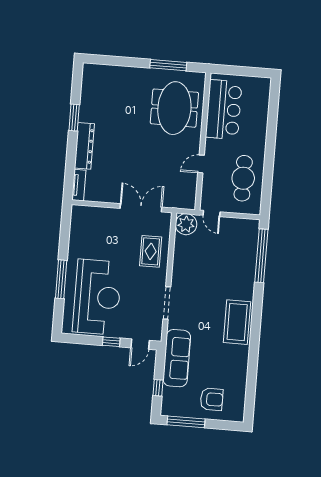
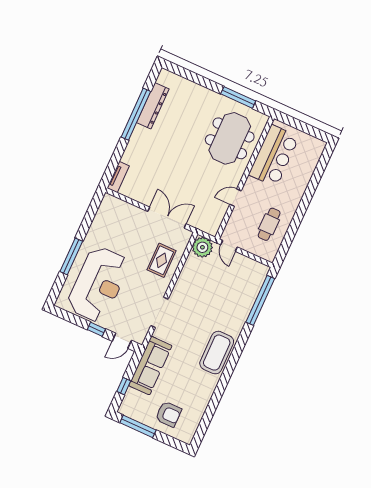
window: (74, 118) -> (136, 114), width x2.11
dresser: (84, 146) -> (153, 106), moved
cafe table: (243, 178) -> (269, 224), width x0.73, depth x0.74

